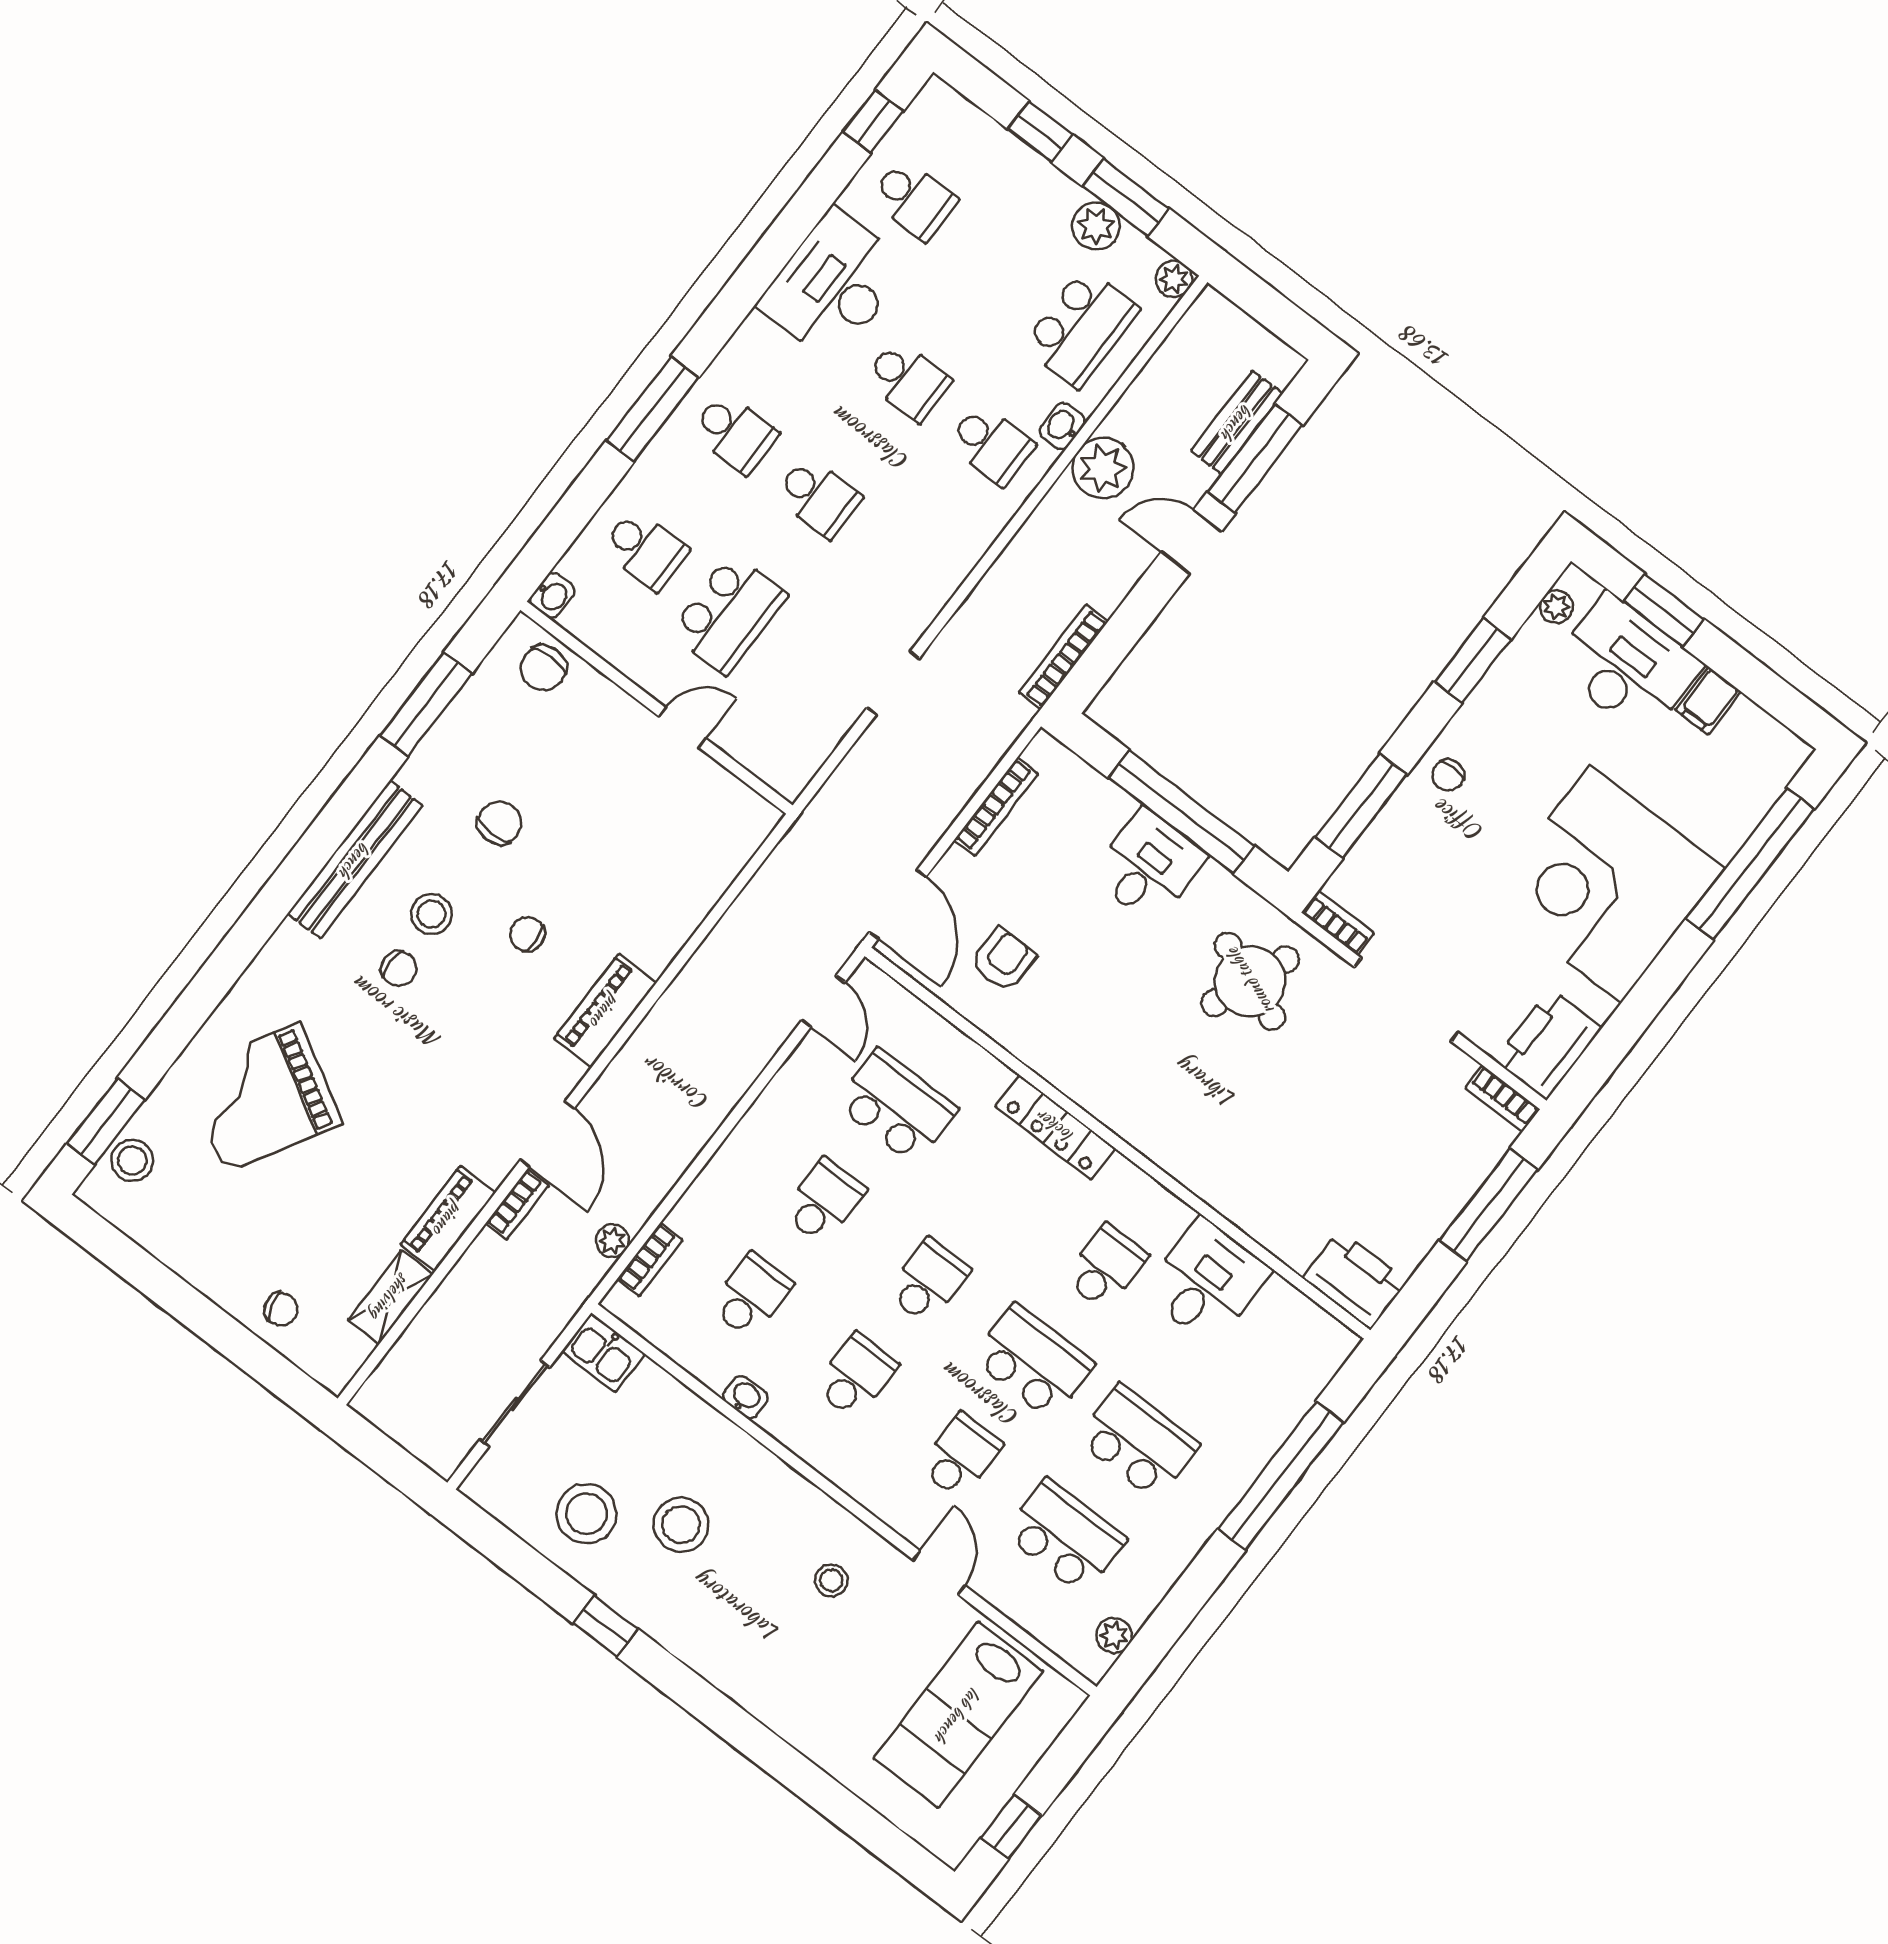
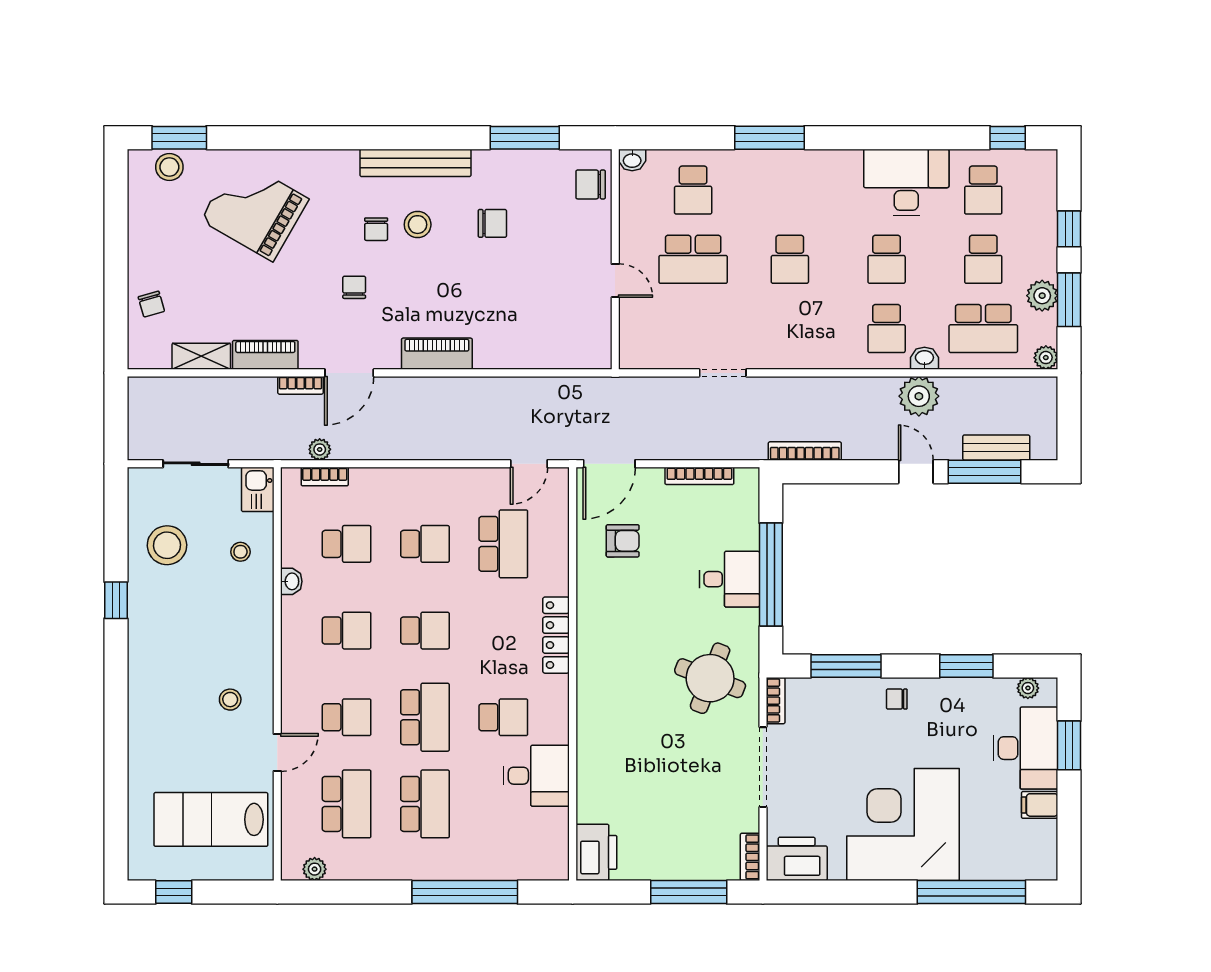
school desk: (735, 433) -> (983, 259), moved
chair: (527, 934) -> (354, 287), moved
stool: (681, 1525) -> (240, 552), moved, width x0.53, depth x0.53

